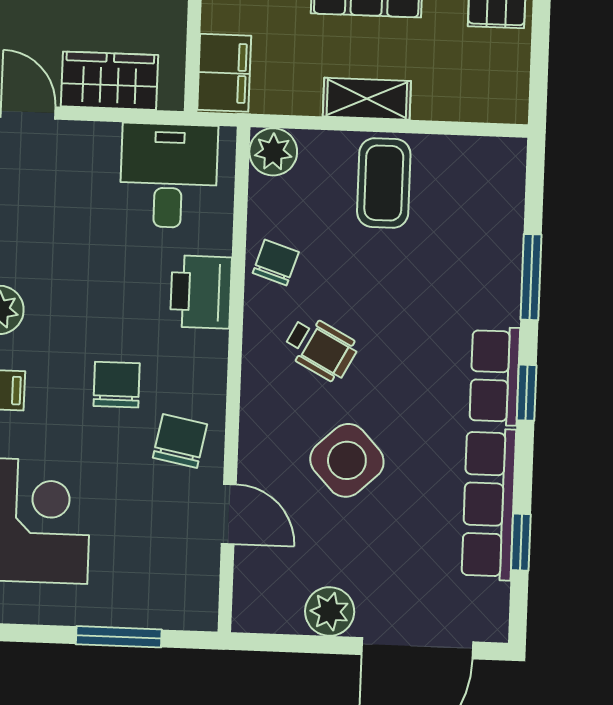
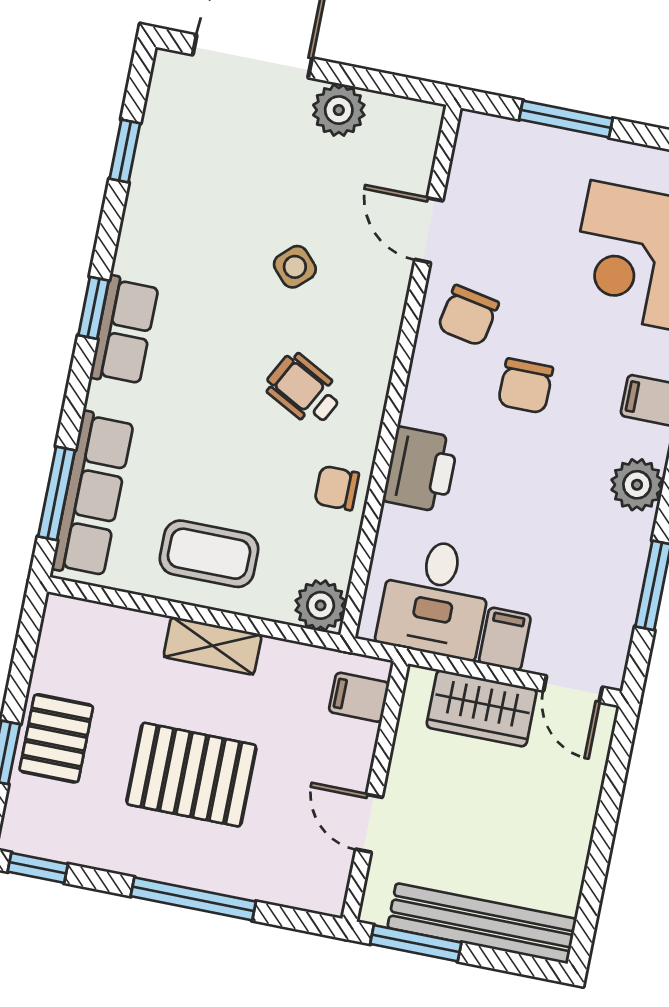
filing cabinet: (224, 73) -> (359, 697), width x0.50
filing cabinet: (98, 148) -> (505, 639), added
coffee table: (384, 183) -> (209, 554), turned 90
chair: (276, 262) -> (337, 488), turned 72
window: (531, 277) -> (56, 493), moved
side table: (347, 460) -> (295, 267), width x0.54, depth x0.54
row of seats: (489, 504) -> (93, 495), moved

